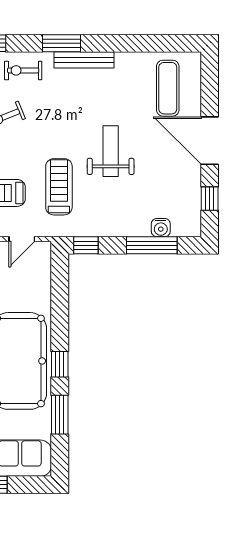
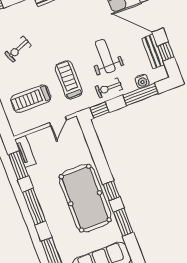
exercise bike: (23, 70) -> (109, 88), moved
weight bench: (111, 151) -> (105, 56), moved
bench: (192, 192) -> (153, 51), added

